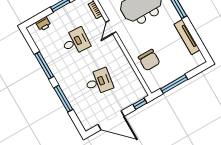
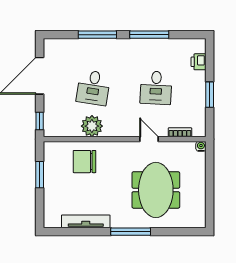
plant: (124, 68) -> (92, 126), added
window: (174, 84) -> (40, 175), width x0.69

